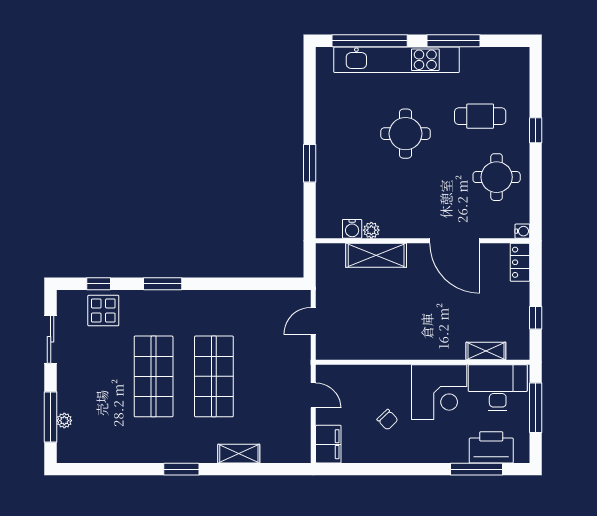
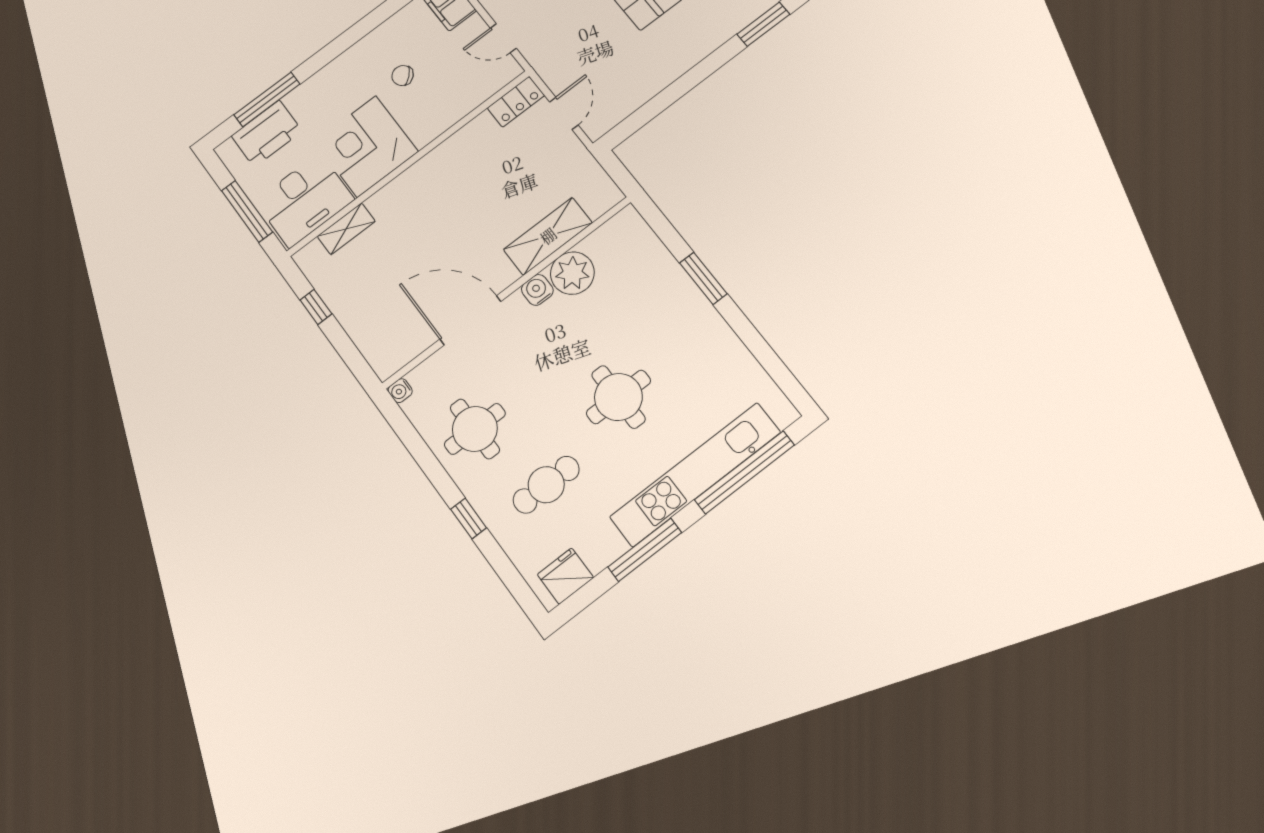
fridge: (506, 59) -> (565, 576), added
water cooler: (352, 229) -> (537, 290), moved
plant: (371, 230) -> (572, 273), width x1.88, depth x1.88
locker: (520, 262) -> (516, 102), moved, turned 90

